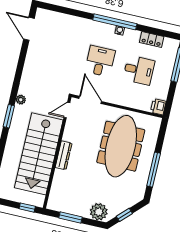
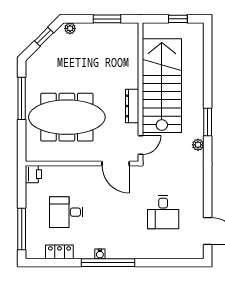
desk: (100, 61) -> (163, 212), moved
meeting table: (121, 146) -> (67, 117), turned 90
dresser: (64, 155) -> (132, 106), moved
window: (27, 208) -> (178, 19), moved
plant: (99, 212) -> (70, 28), width x0.53, depth x0.53

